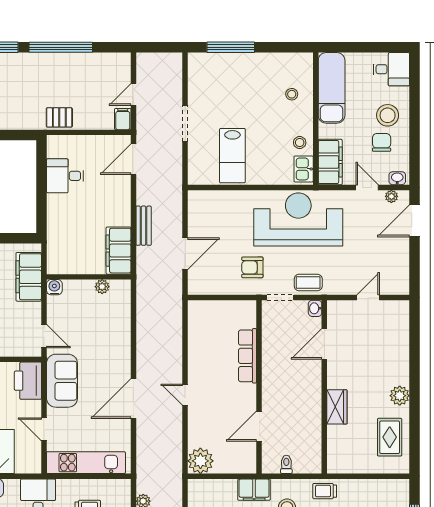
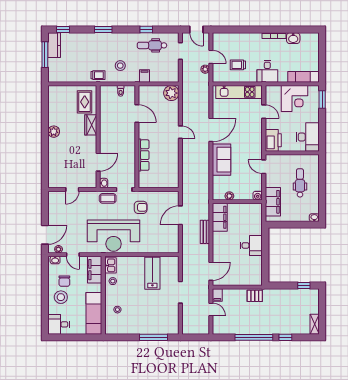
door: (133, 94) -> (211, 309), hinge flipped
desk: (65, 176) -> (251, 245), moved
sofa: (62, 381) -> (222, 160), moved, turned 180
door: (259, 426) -> (137, 114), hinge flipped
rug: (390, 437) -> (85, 102), moved
filing cabinet: (254, 490) -> (144, 76), width x0.50

